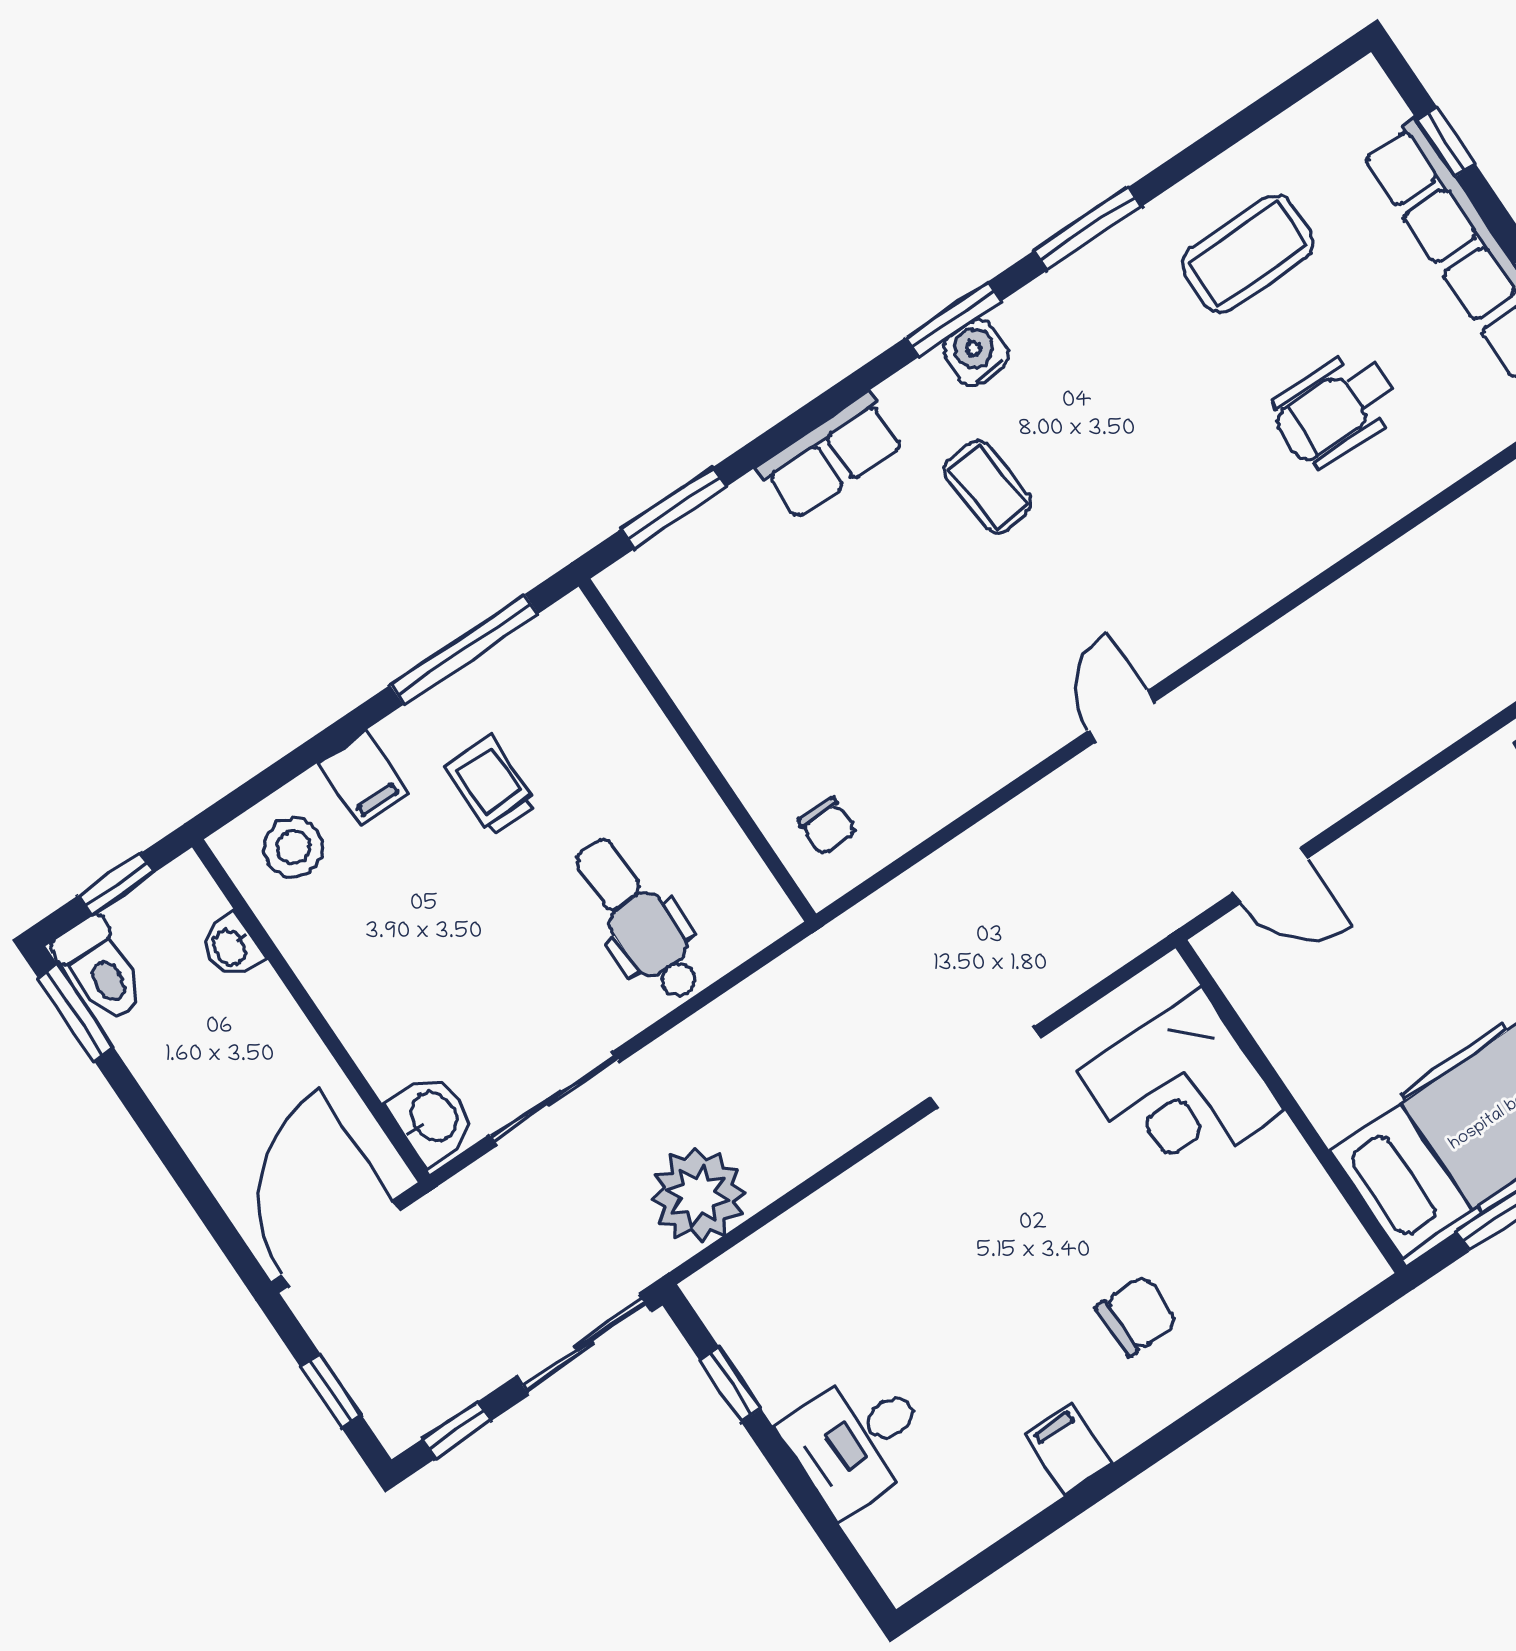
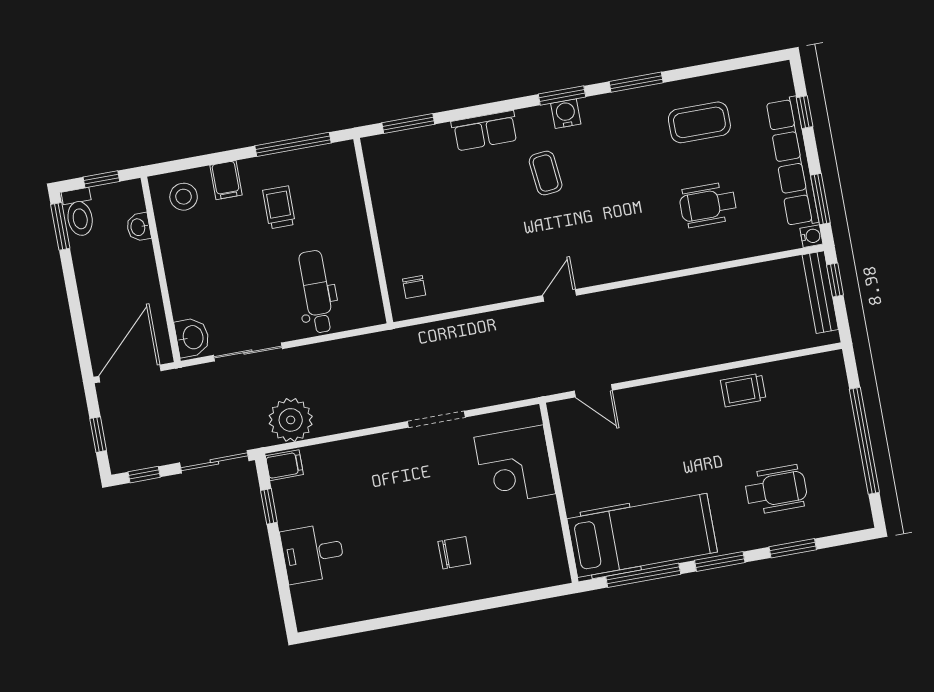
filing cabinet: (1068, 1449) -> (284, 465), moved, turned 90

